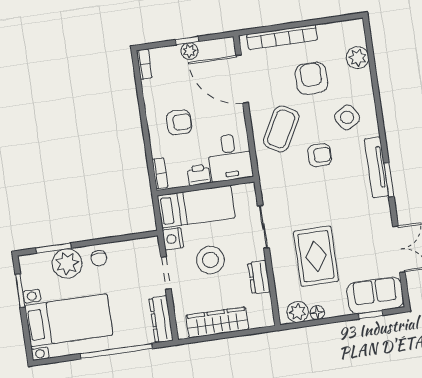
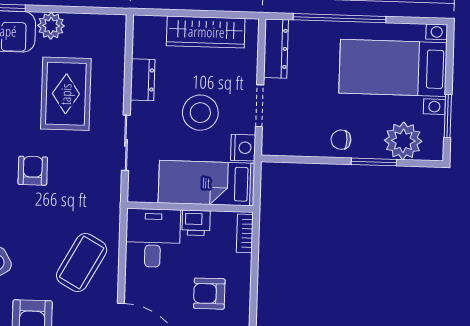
armchair: (320, 155) -> (33, 171), moved, turned 90
window: (53, 248) -> (374, 162), moved
chair: (99, 258) -> (341, 140), turned -90
plant: (67, 263) -> (403, 141), moved
plant: (298, 312) -> (51, 26), moved
floor lamp: (317, 313) -> (77, 22), removed

